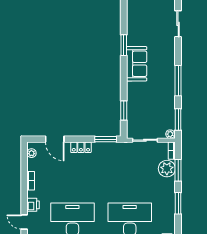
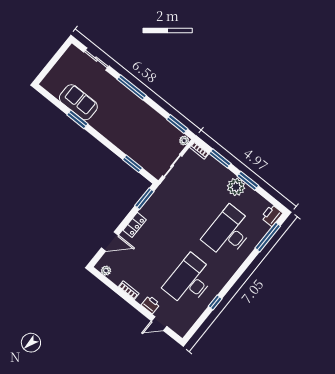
sofa: (137, 64) -> (78, 102), moved
window: (178, 81) -> (132, 87), moved
plant: (167, 169) -> (236, 187), moved

